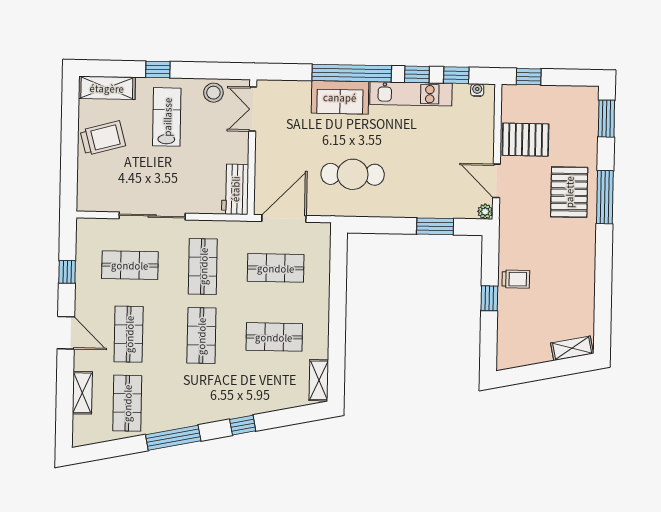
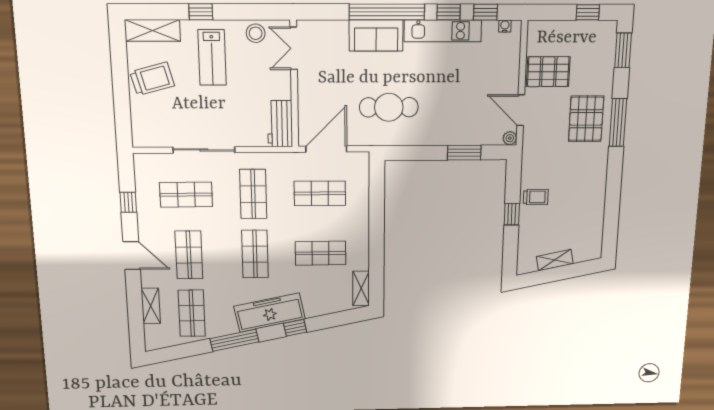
window: (529, 77) -> (588, 12), moved
lab bench: (167, 117) -> (212, 57), turned 180
shelving: (572, 348) -> (555, 260), moved
freezer: (214, 406) -> (269, 313), added

